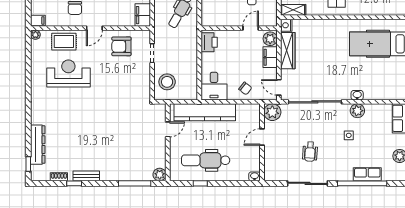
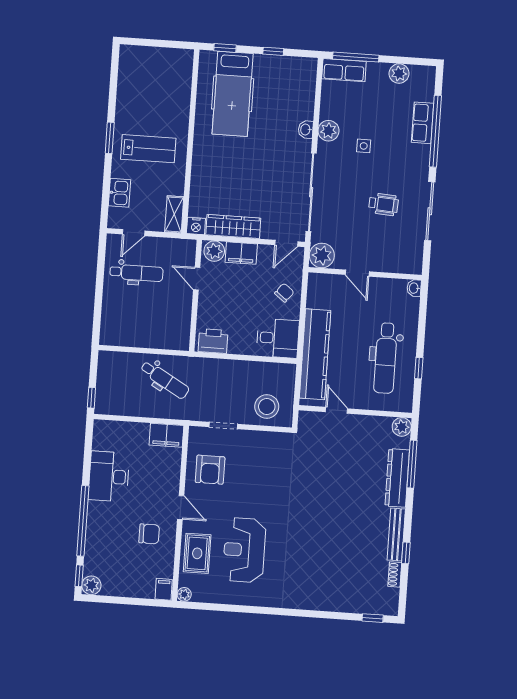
dresser: (38, 145) -> (397, 478), moved, turned -90
bench: (86, 176) -> (396, 534), width x1.36

